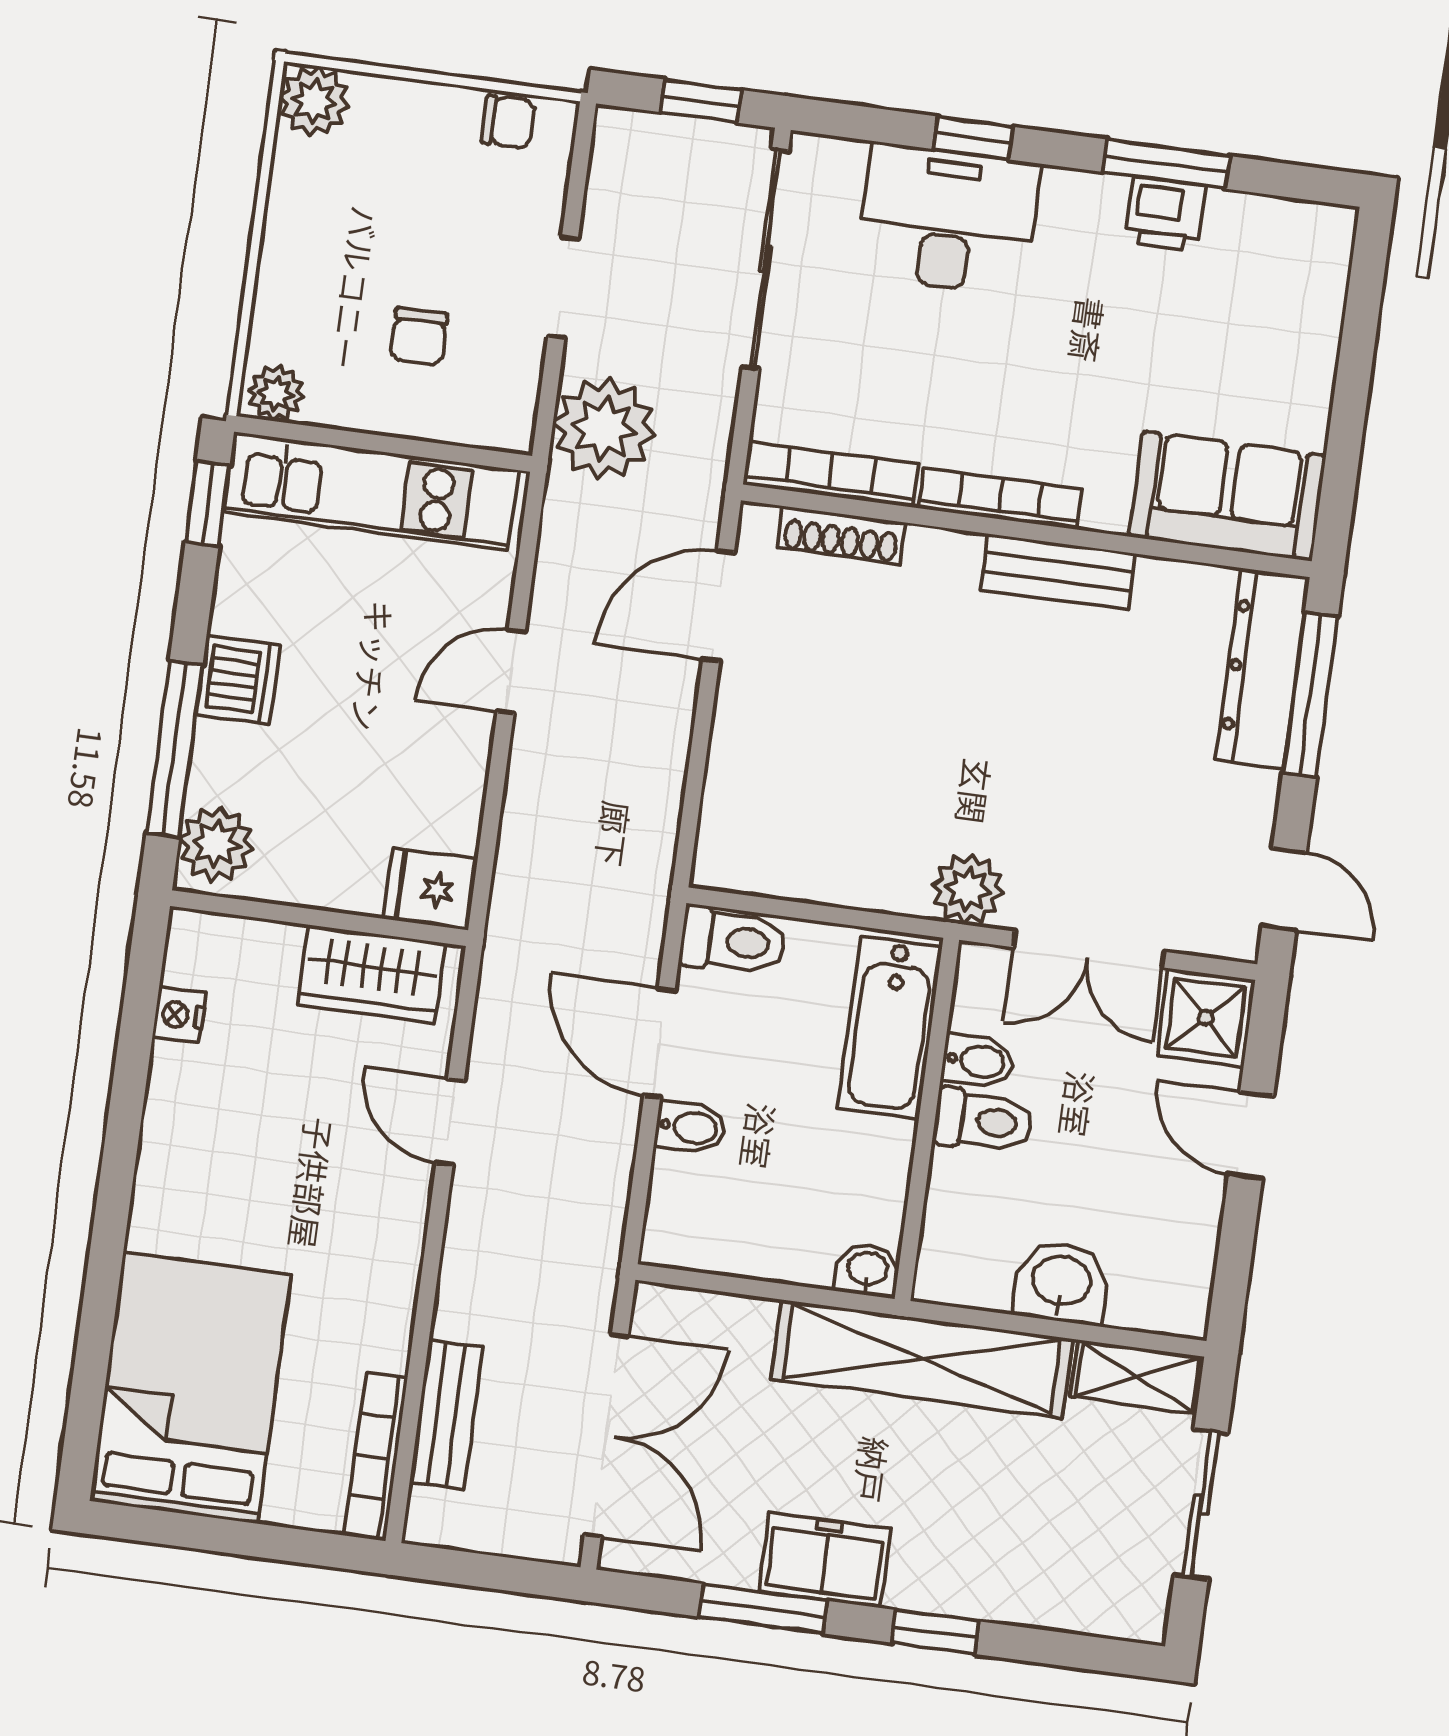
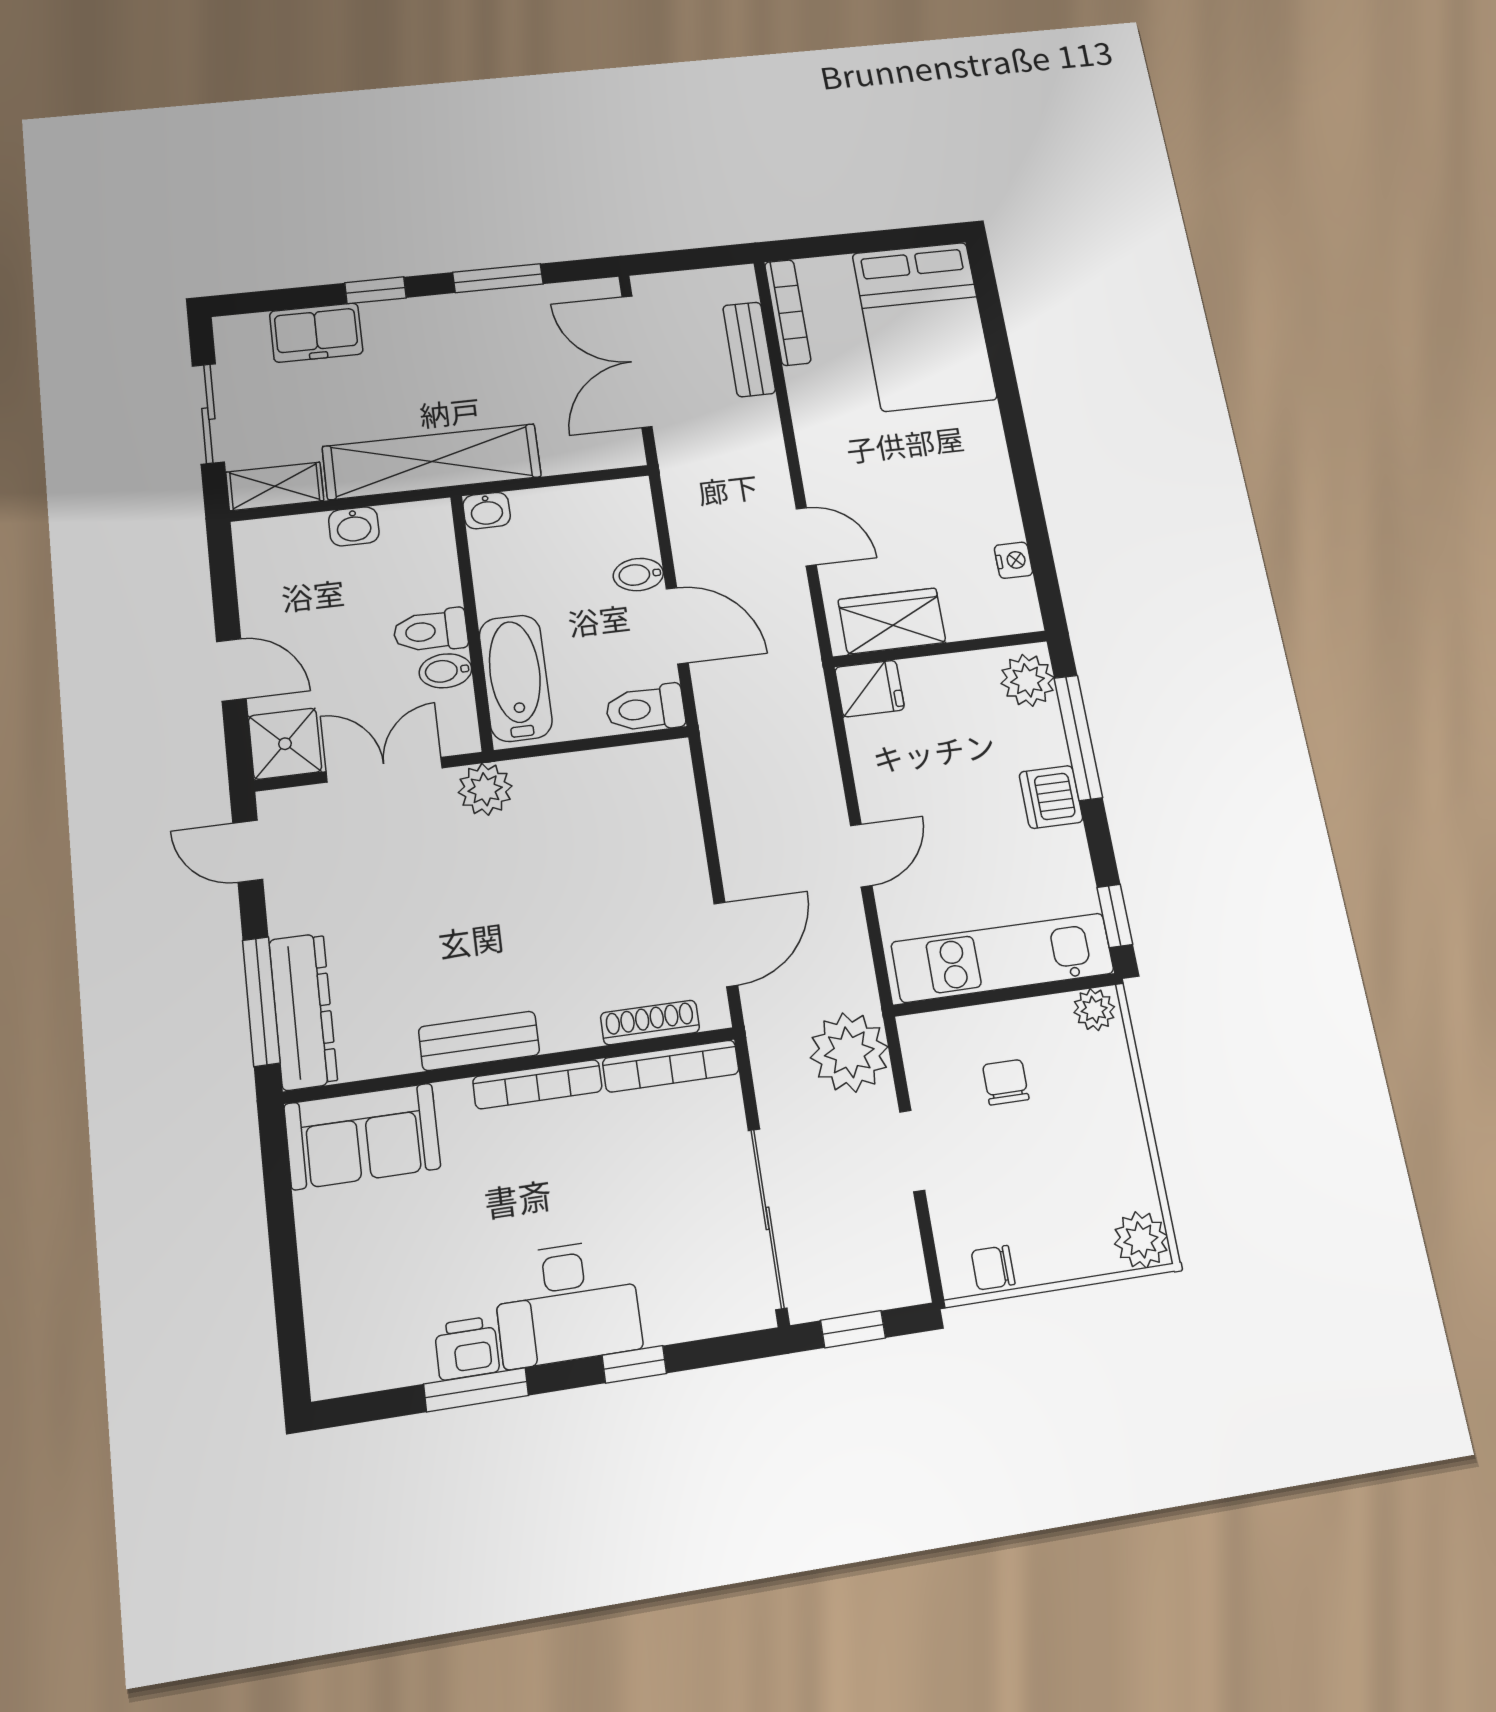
desk: (948, 219) -> (567, 1303), moved
washbasin: (1062, 1283) -> (354, 526), width x0.72, depth x0.69
freezer: (825, 1560) -> (316, 333), moved

